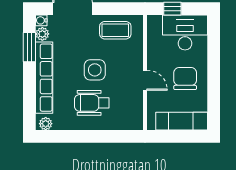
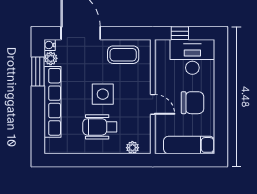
chair: (185, 79) -> (192, 103), turned 90
plant: (46, 124) -> (132, 148), moved

